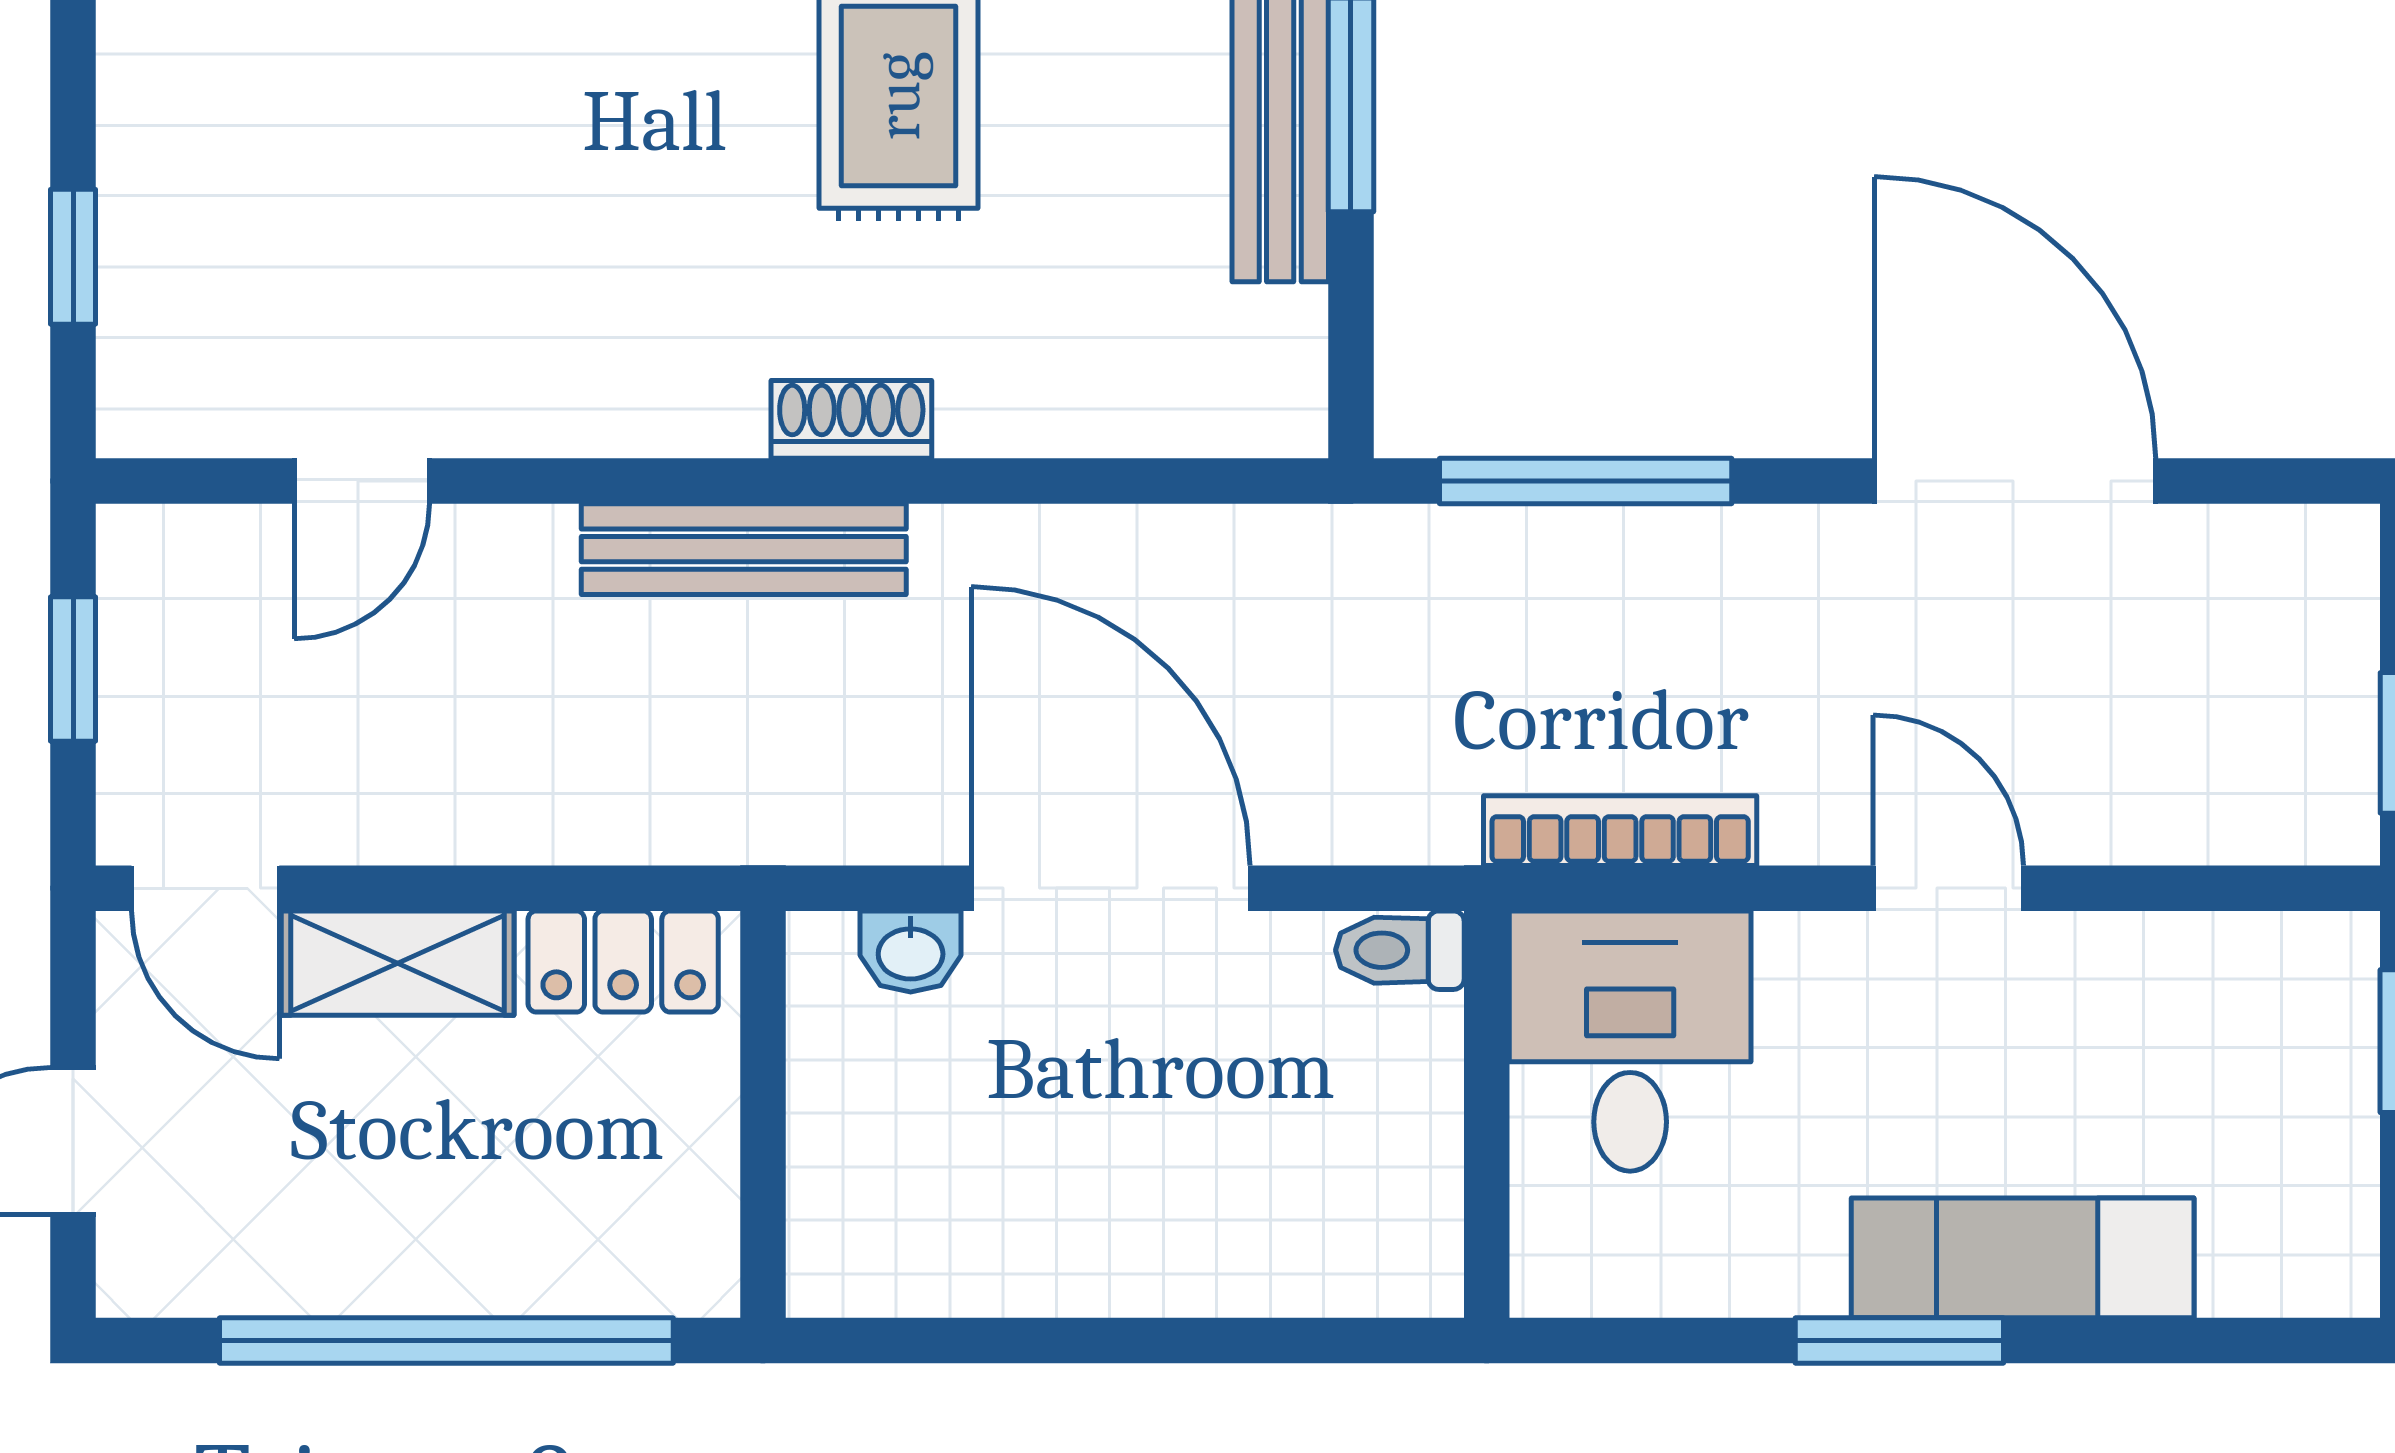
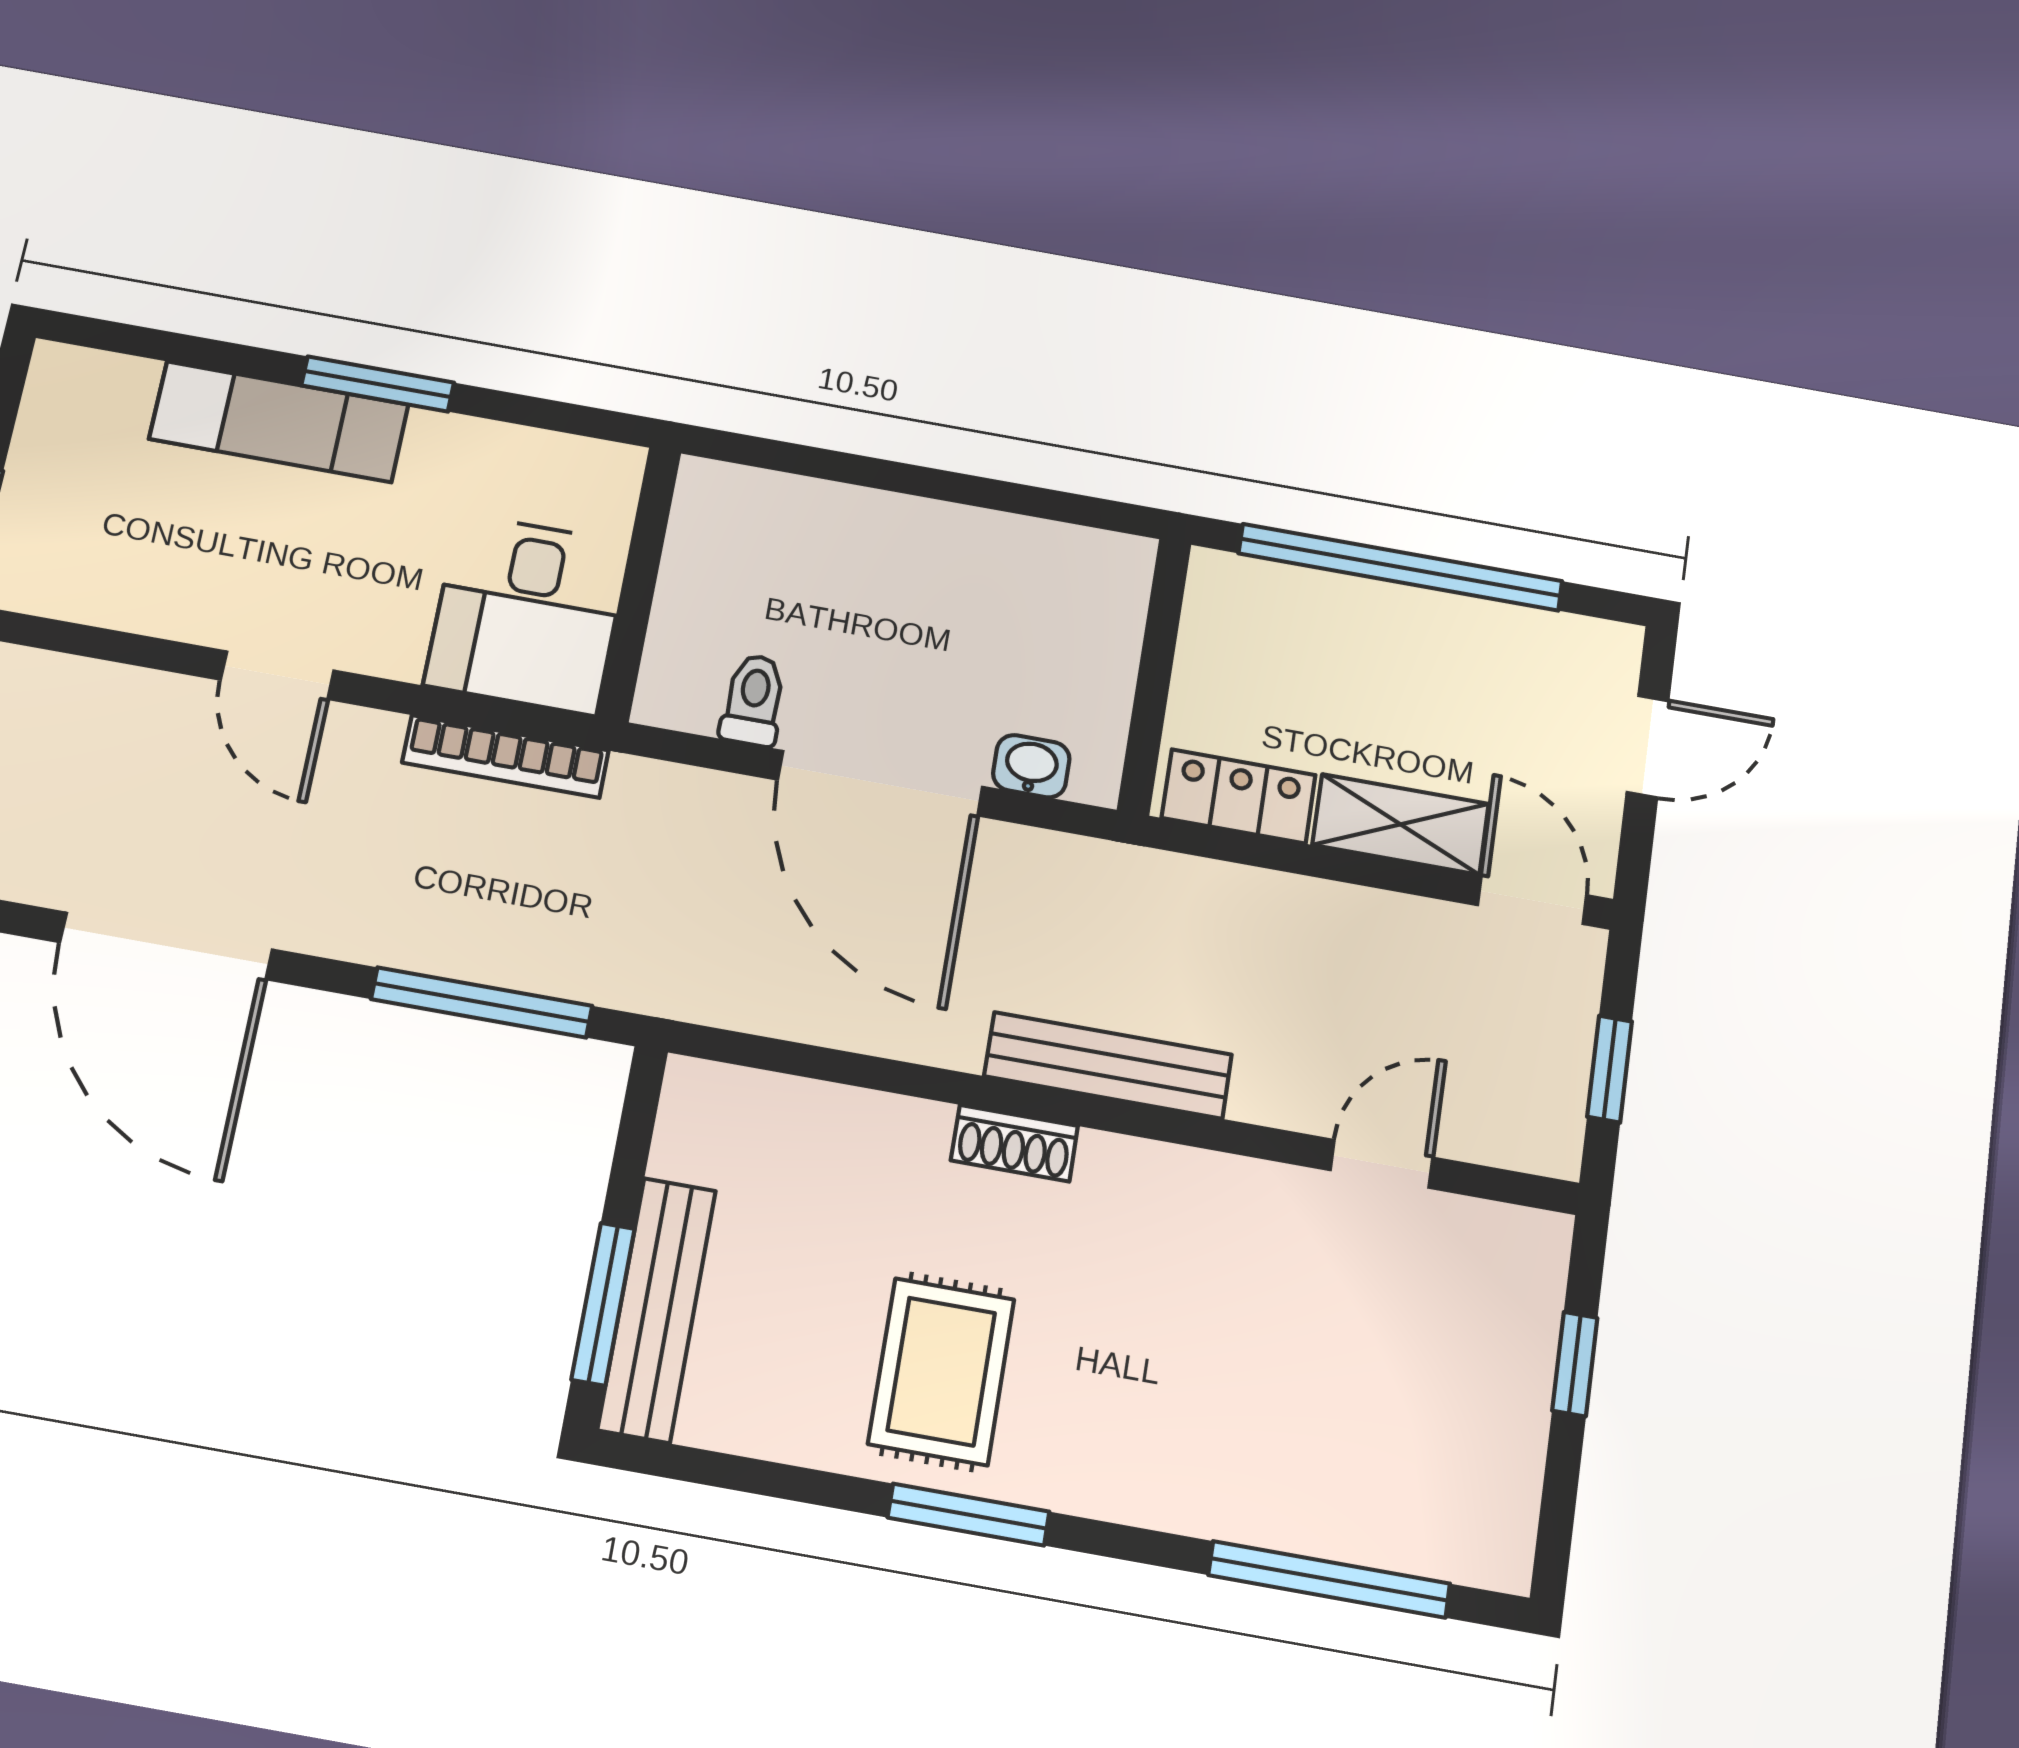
toilet: (1400, 950) -> (753, 700), moved, turned -90

